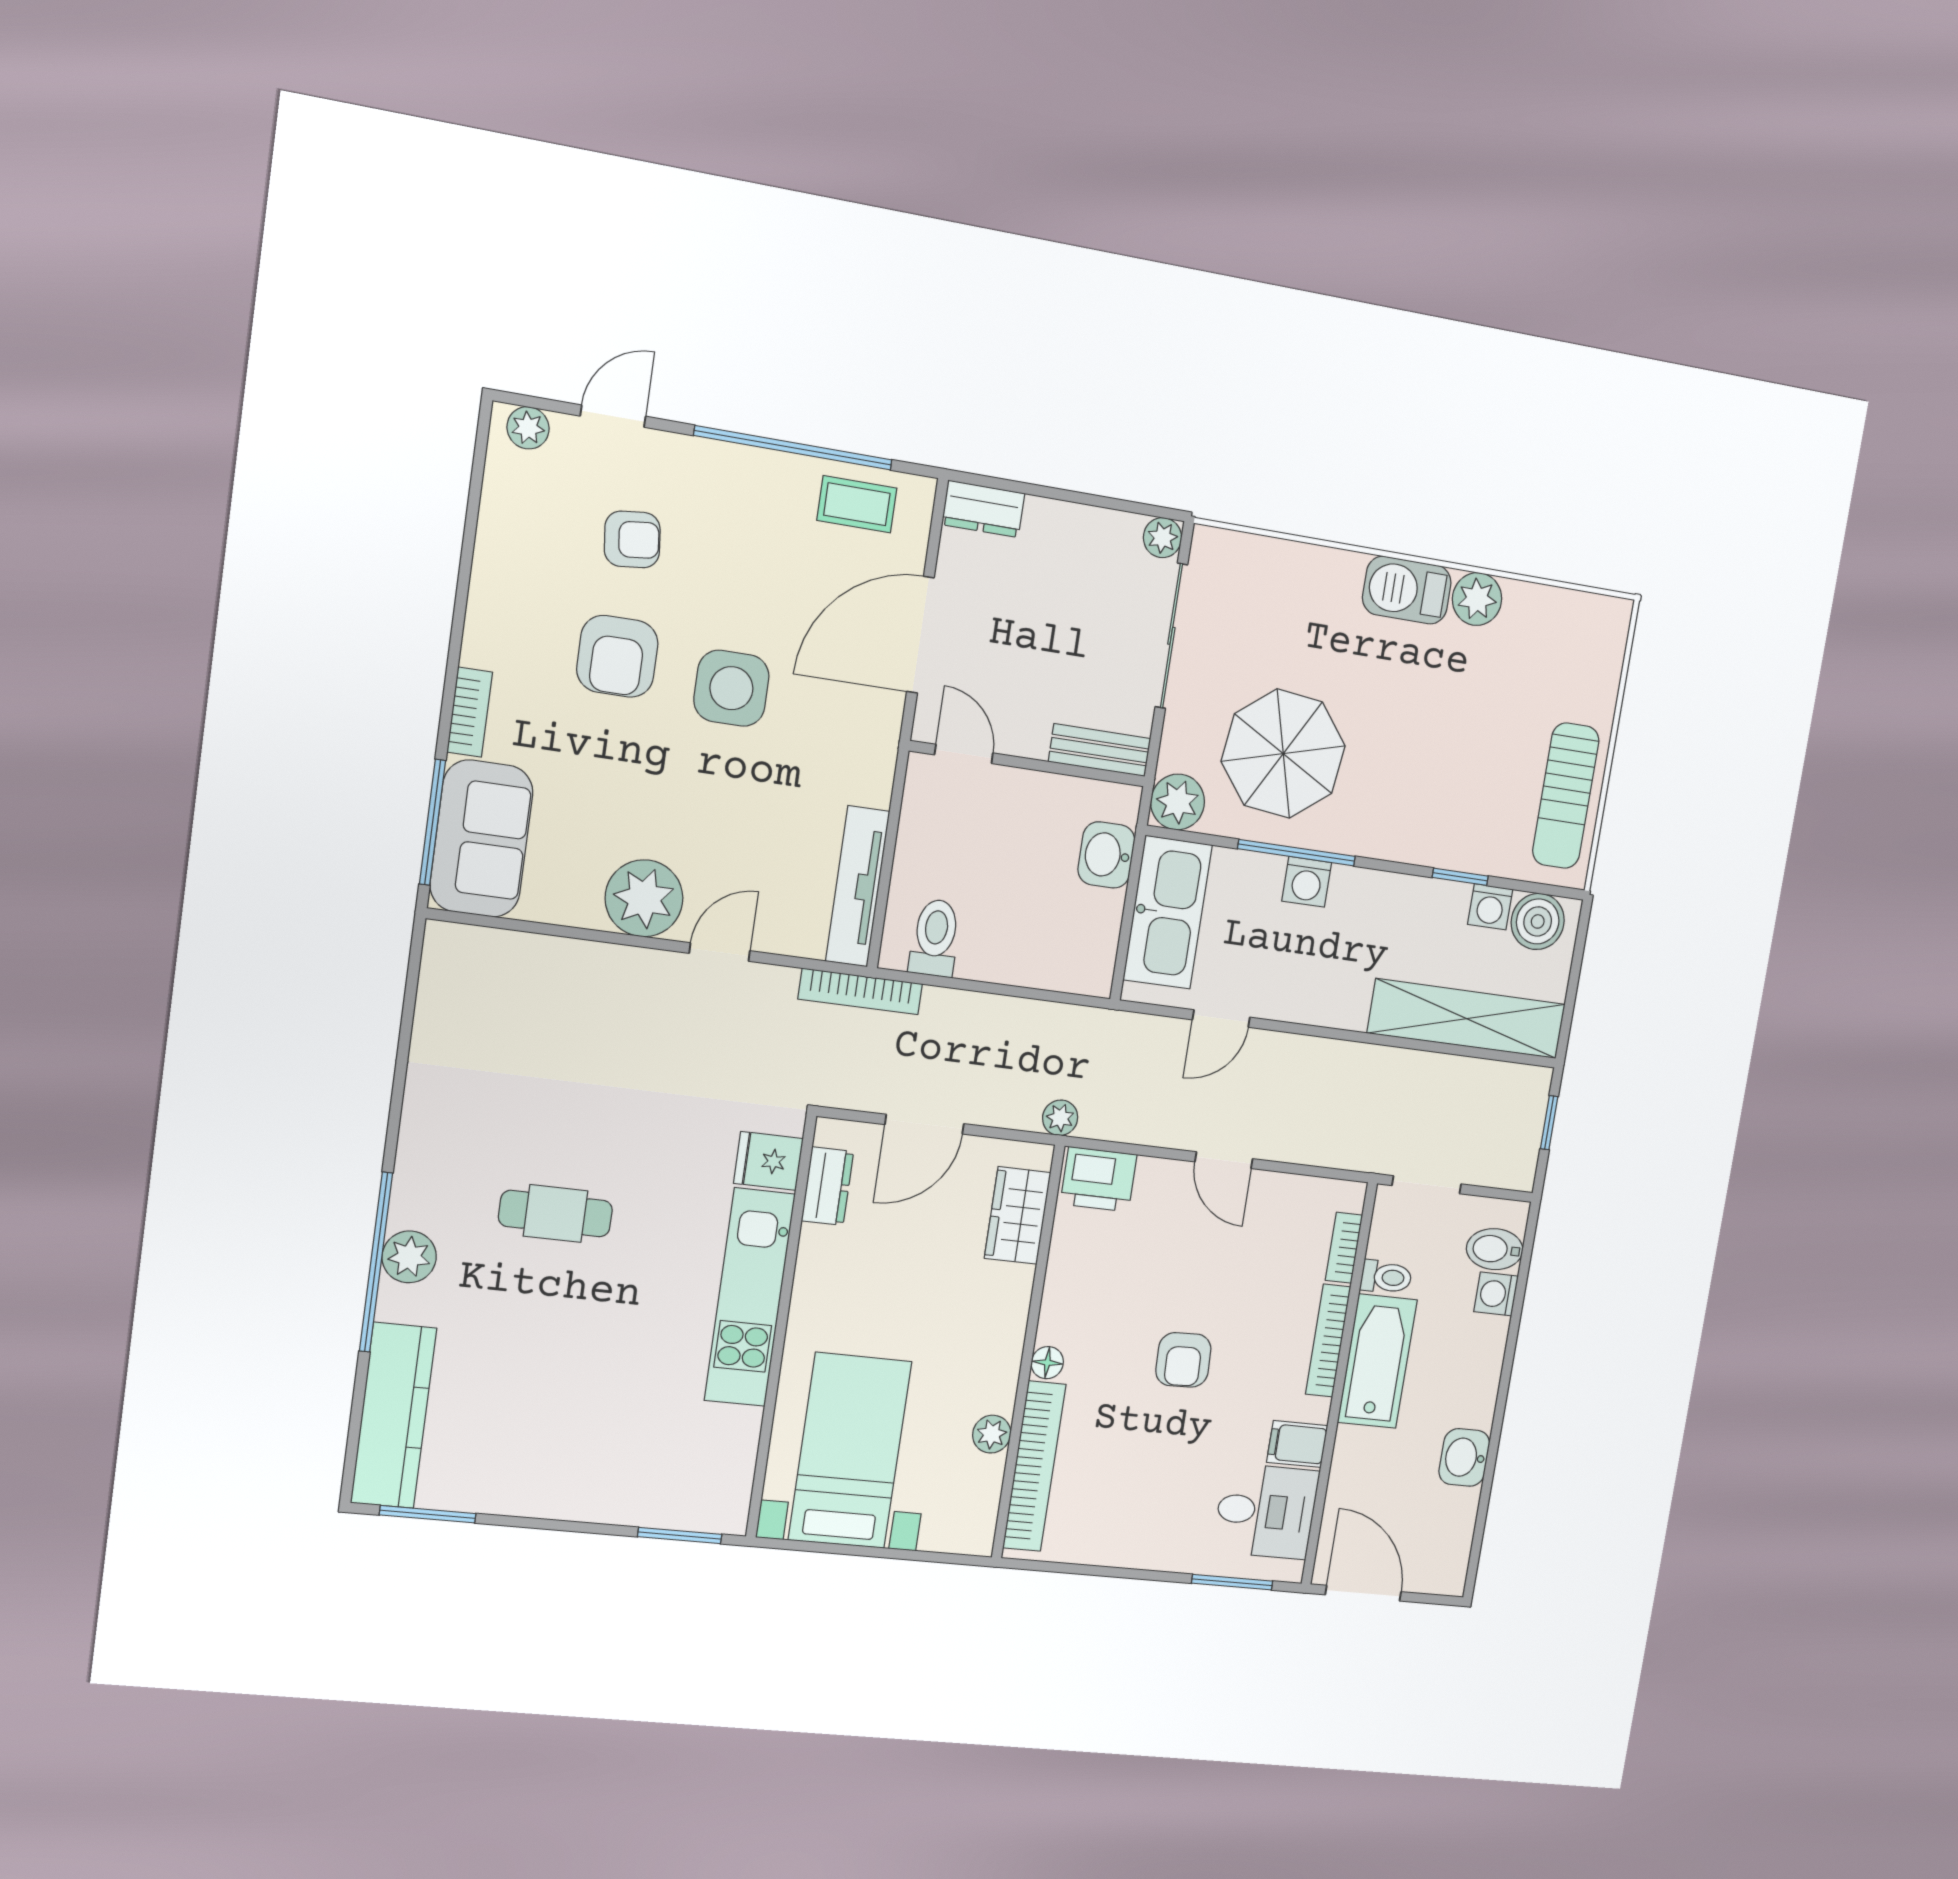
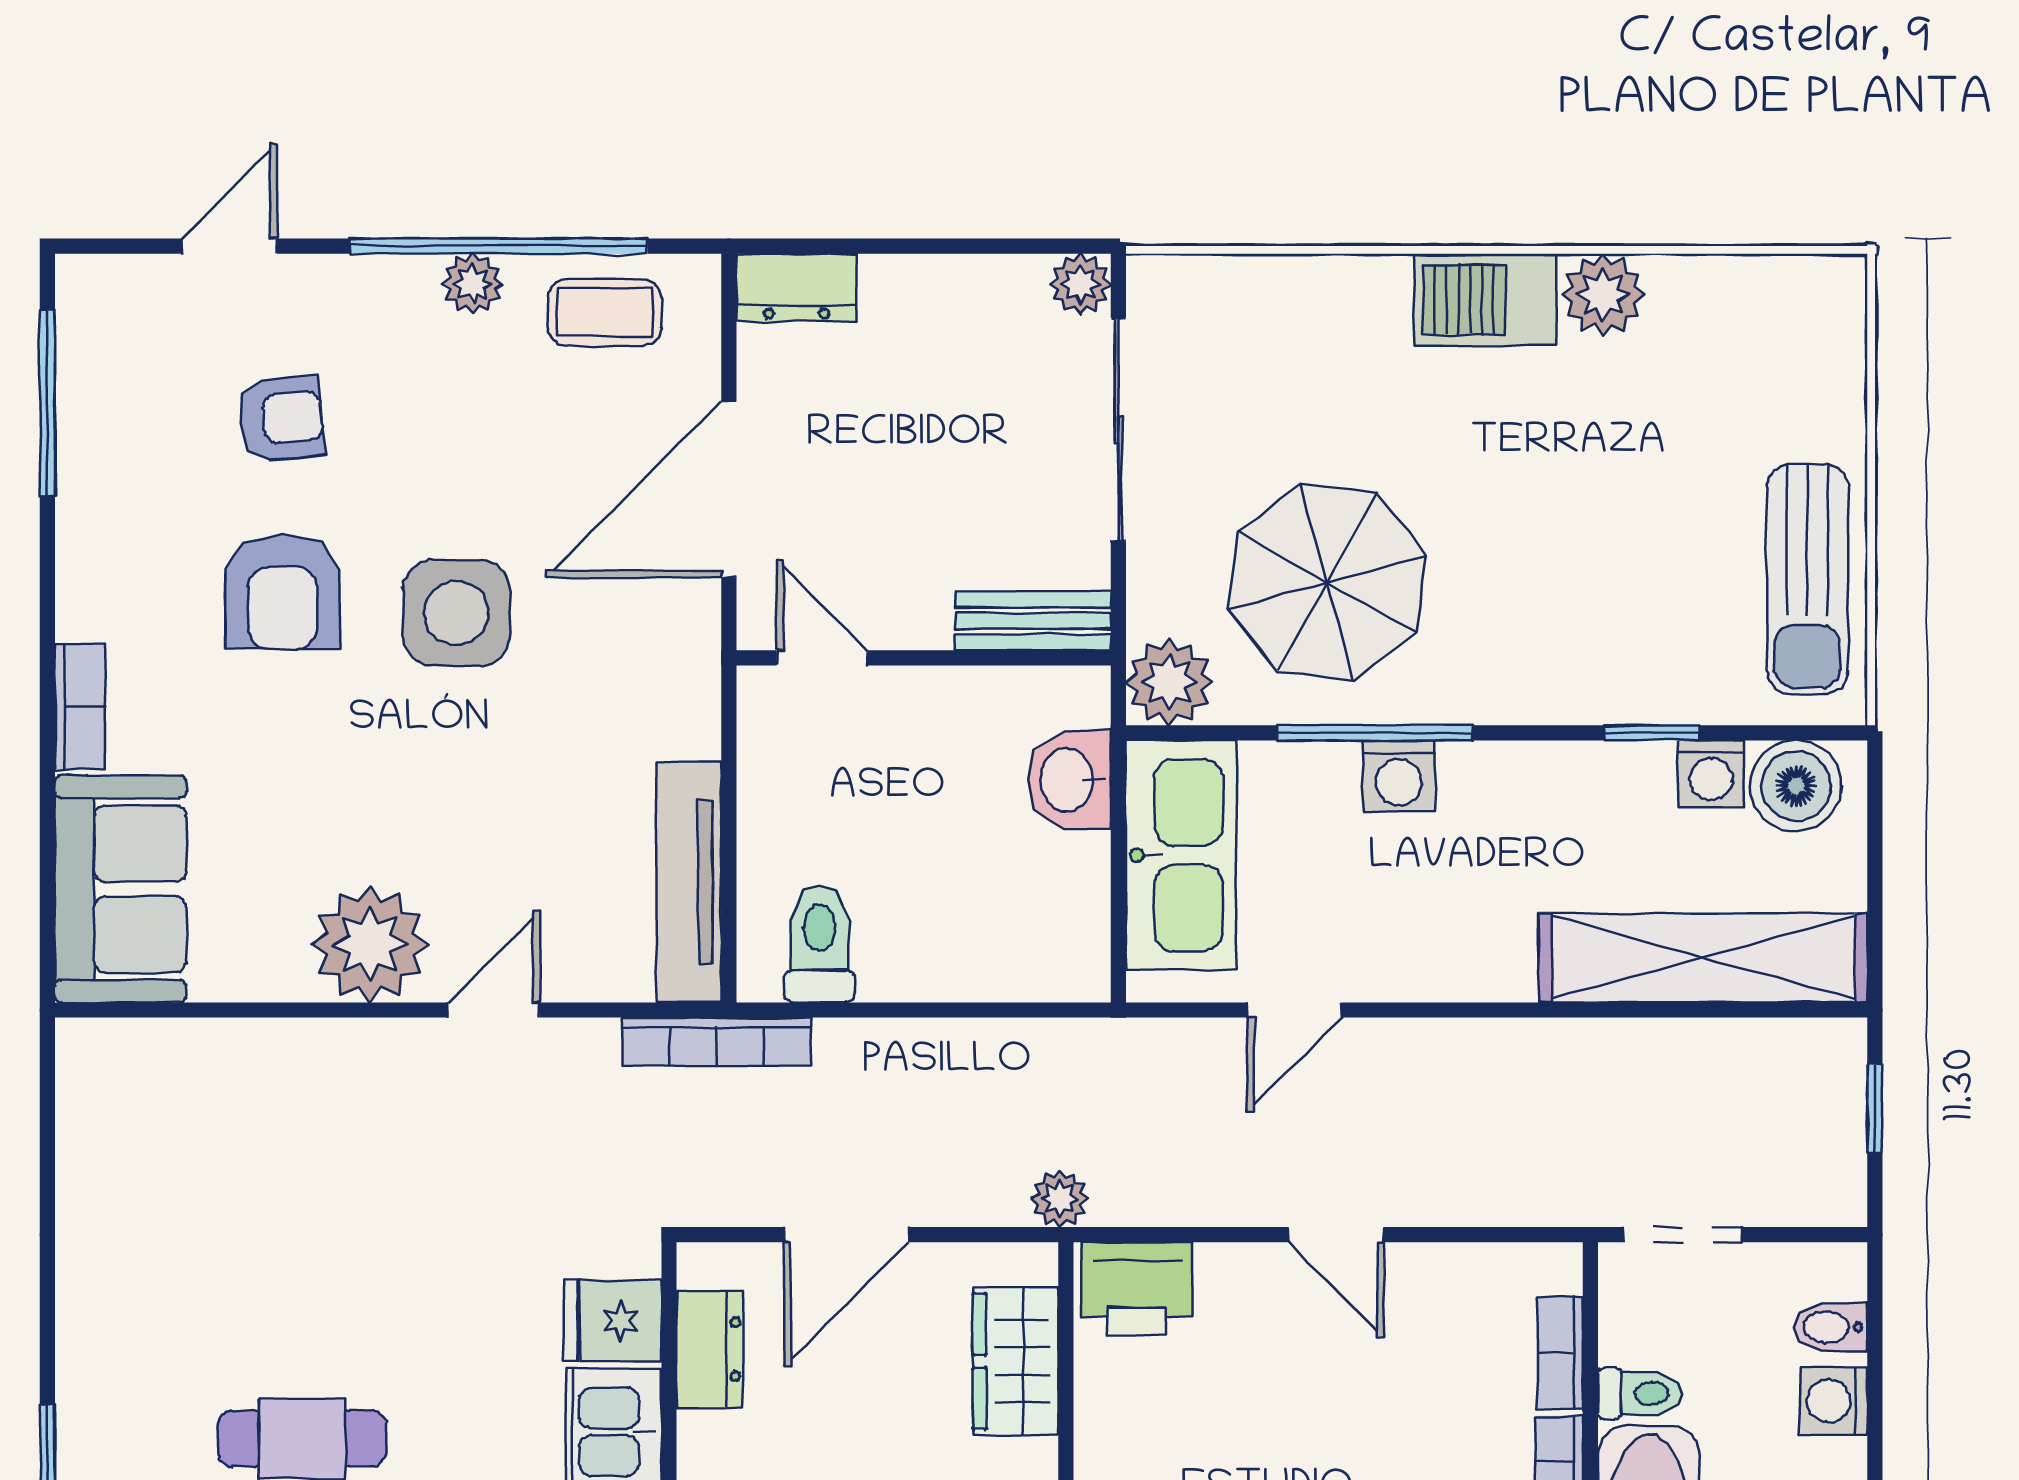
plant: (528, 428) -> (473, 284), moved
window: (433, 822) -> (47, 403), moved
bidet: (1495, 1249) -> (1831, 1327), width x0.72, depth x0.74

